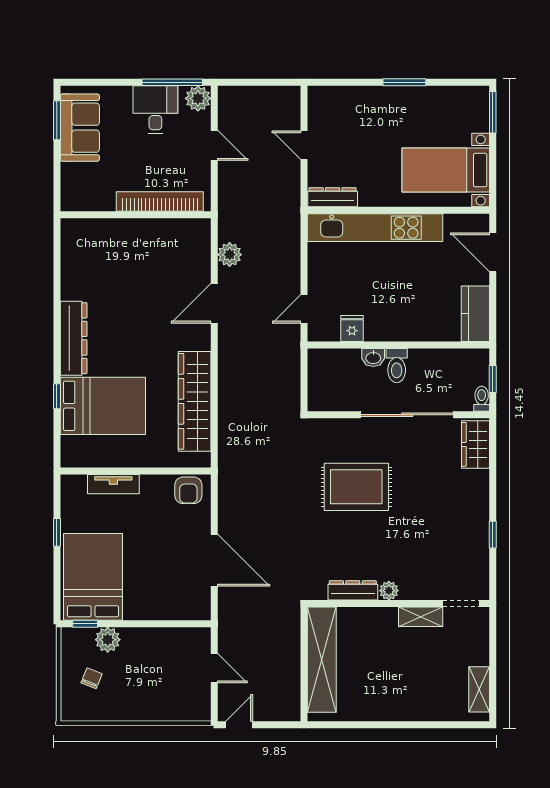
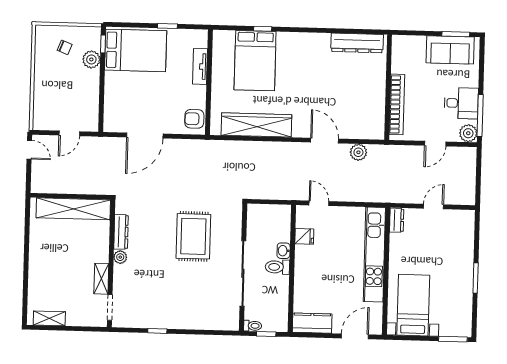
dresser: (333, 197) -> (397, 220), width x0.70
dresser: (74, 338) -> (357, 43), moved
wardrobe: (475, 444) -> (221, 321), removed

